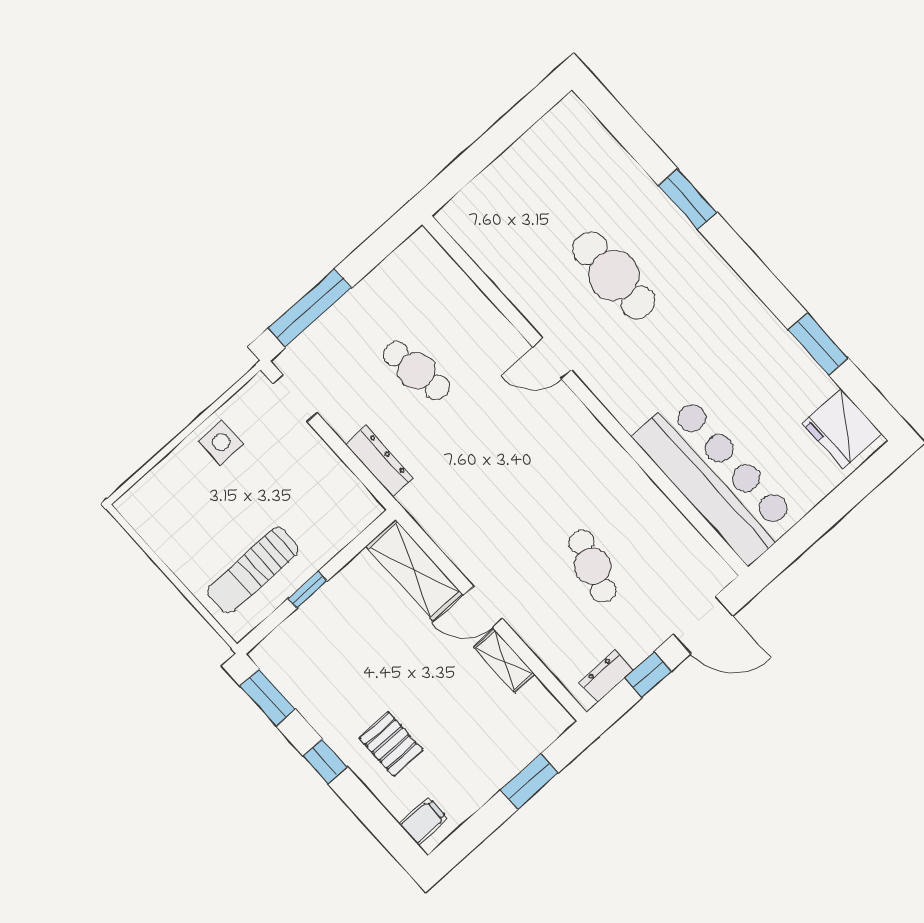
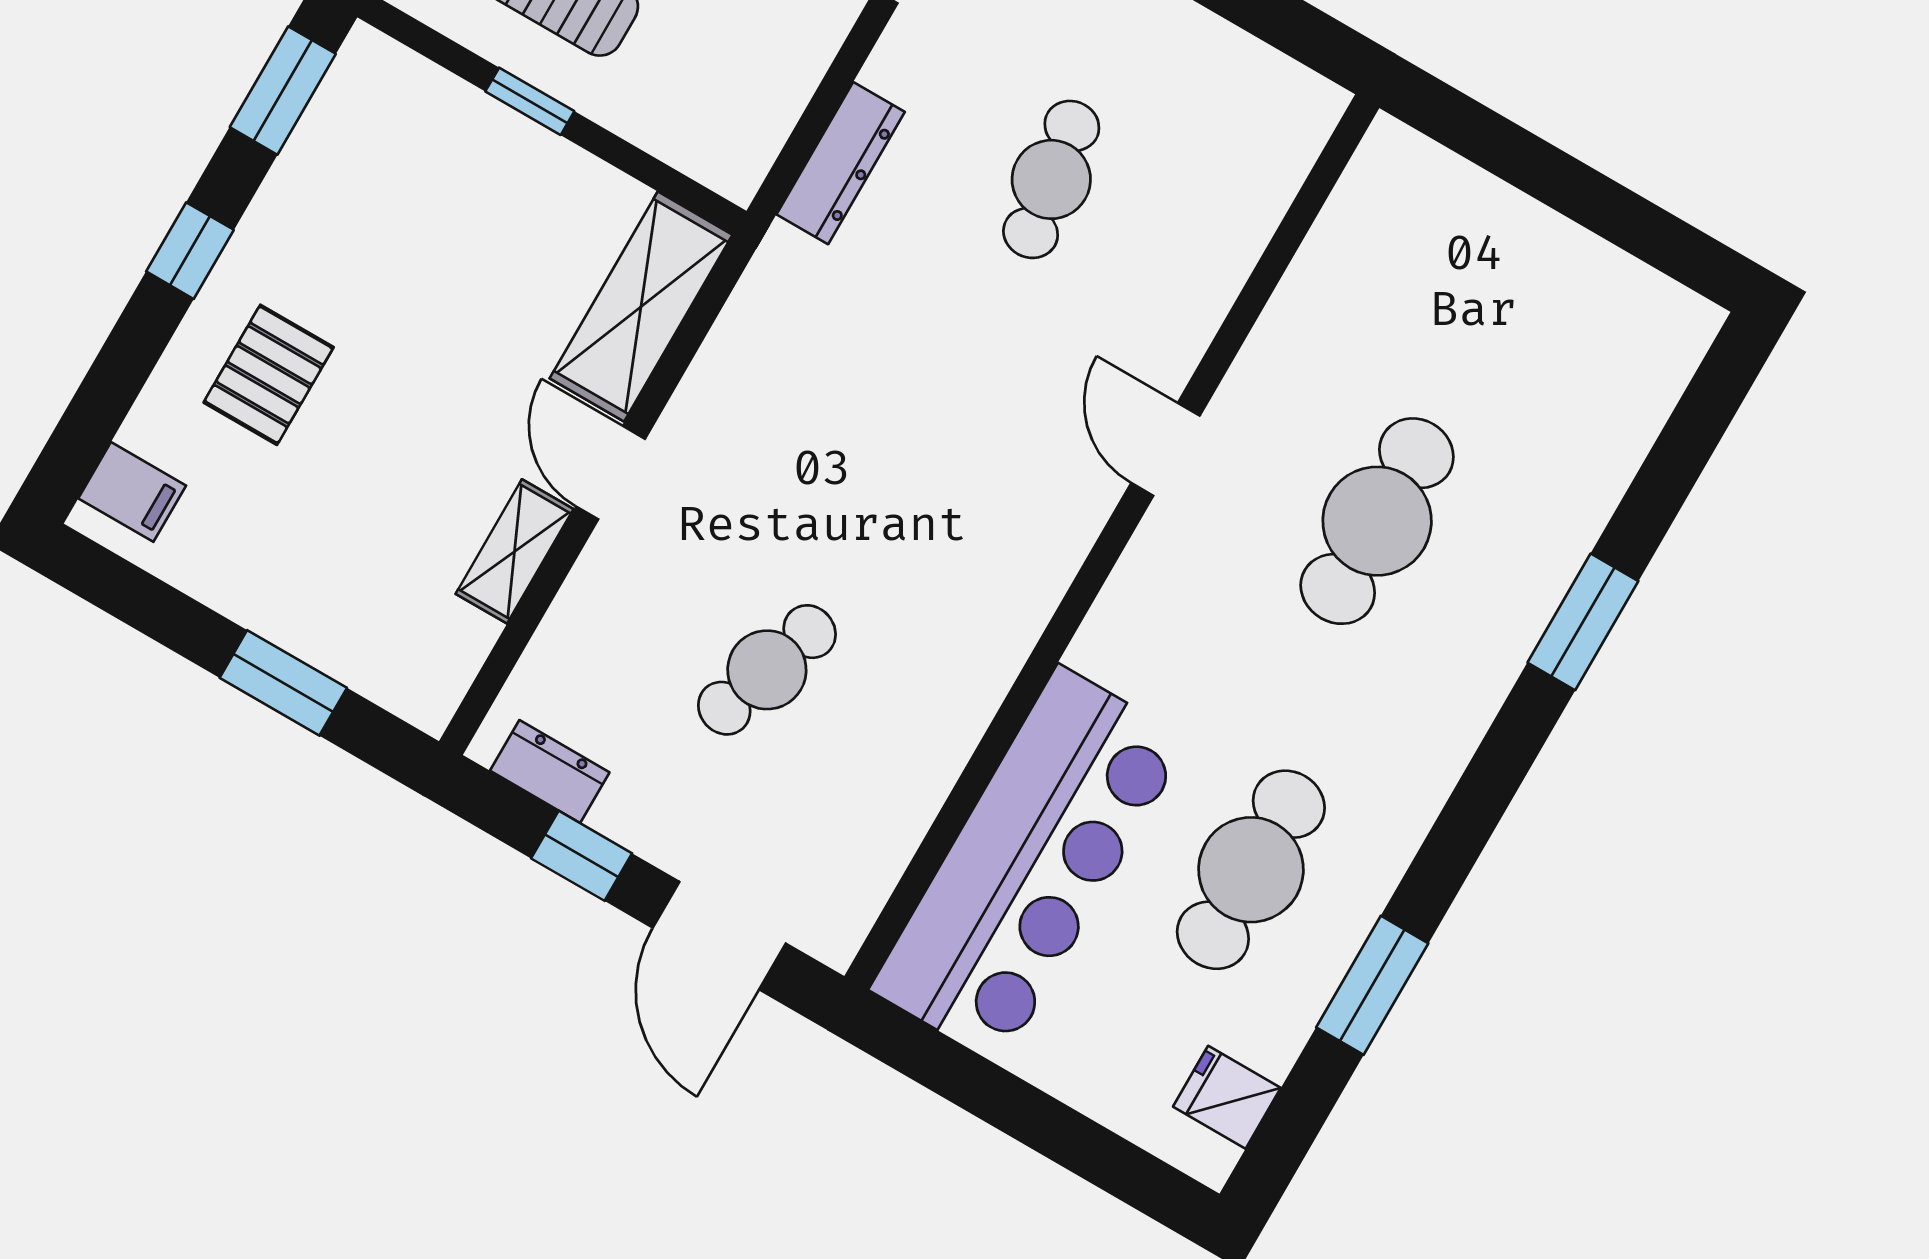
cafe table: (750, 381) -> (1251, 870), added
fridge: (842, 428) -> (1227, 1097), width x0.53, depth x0.75

